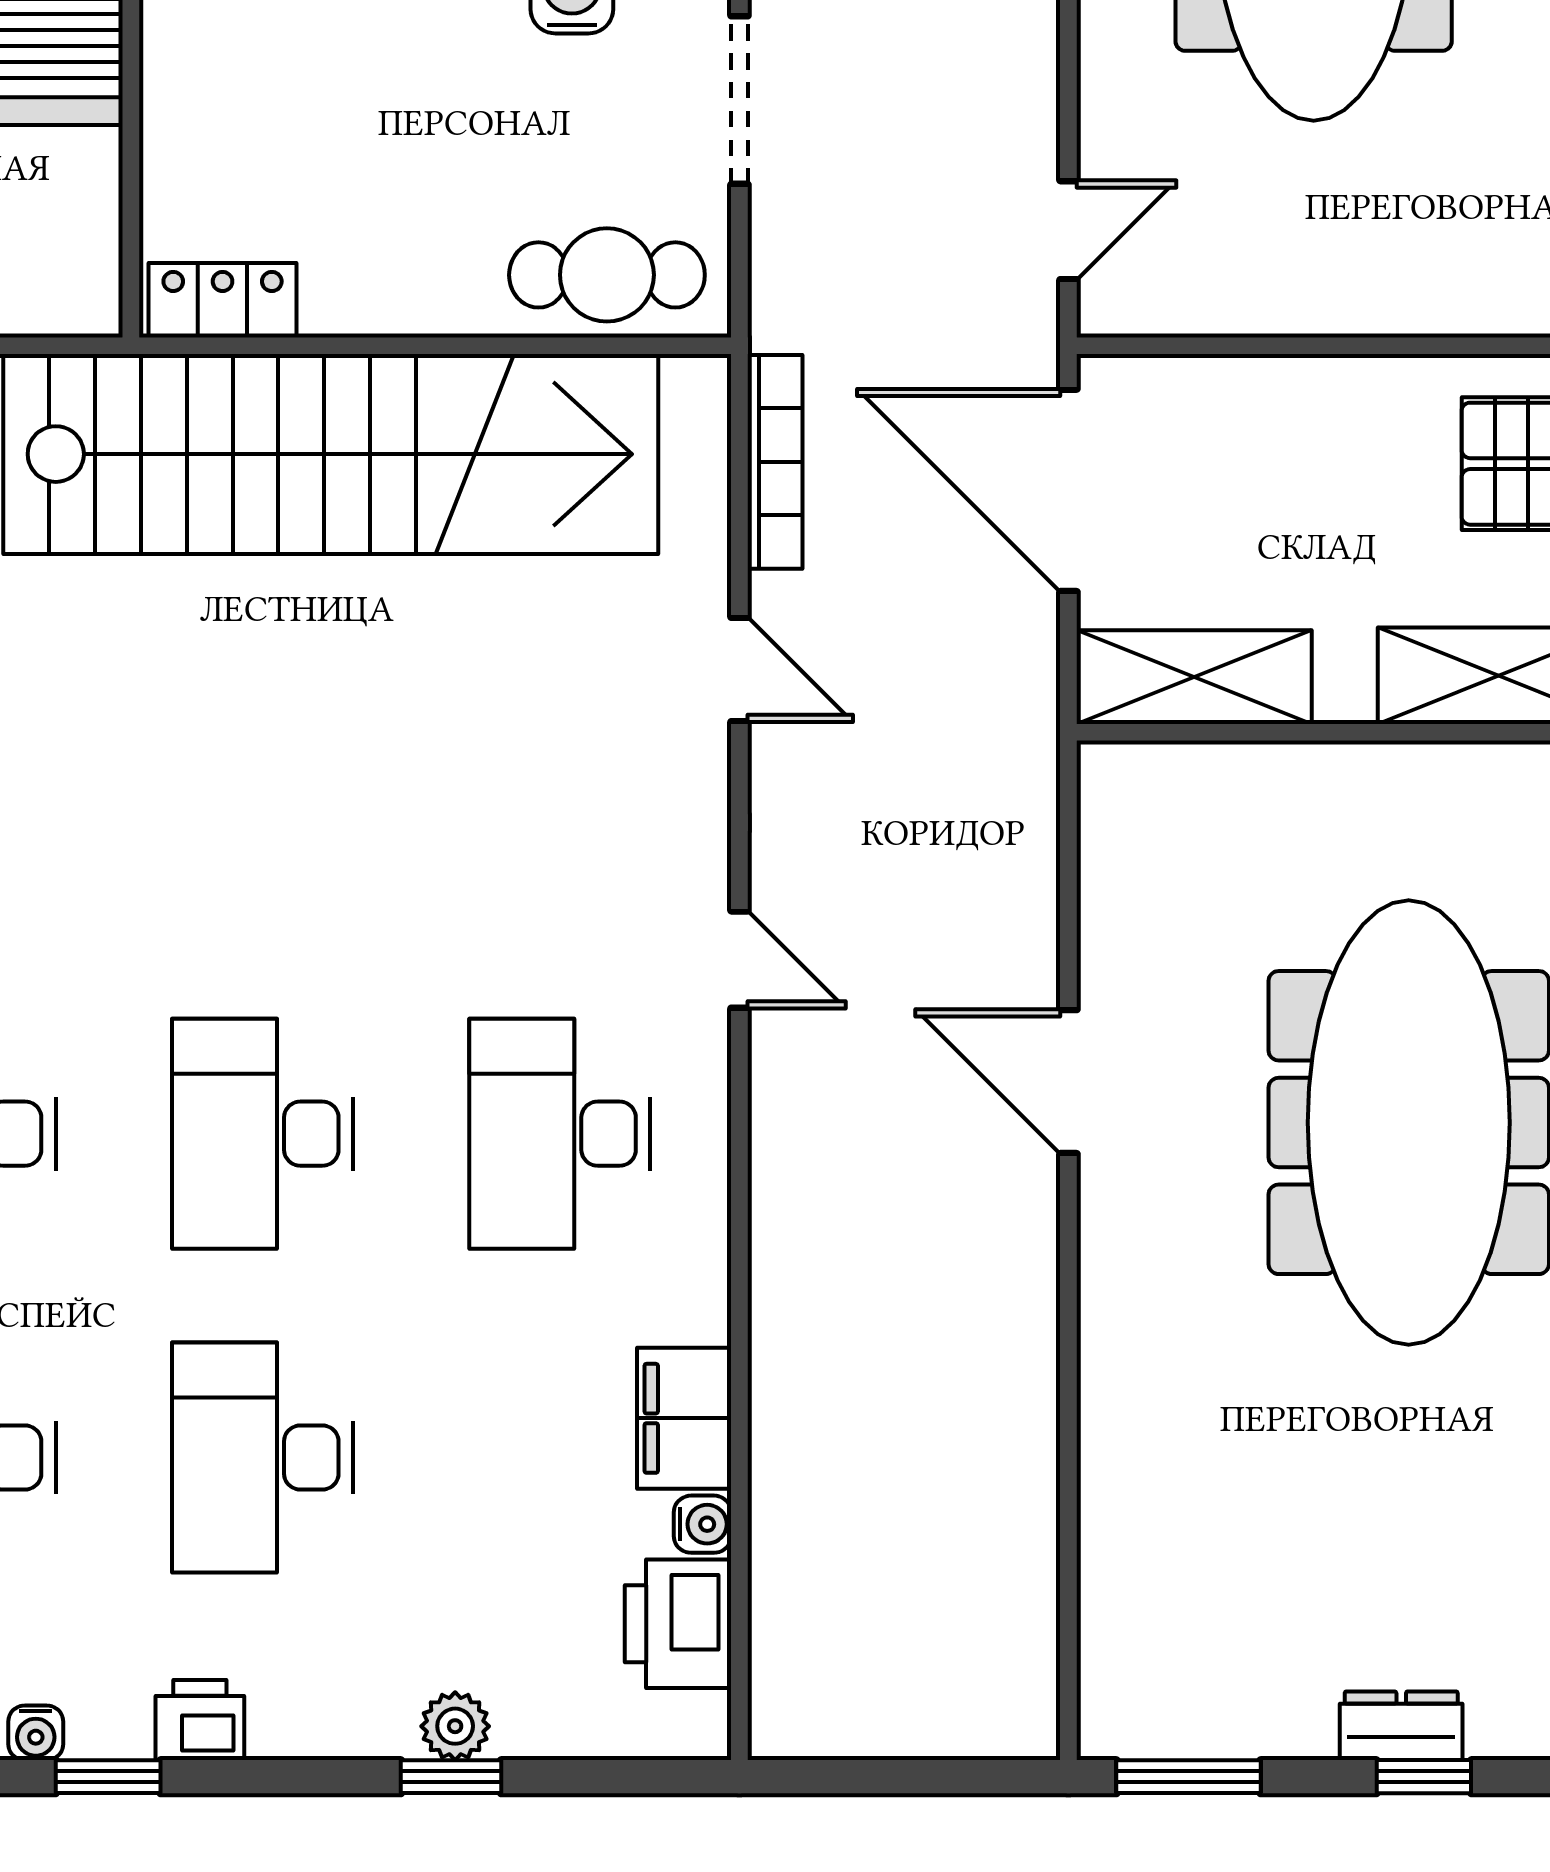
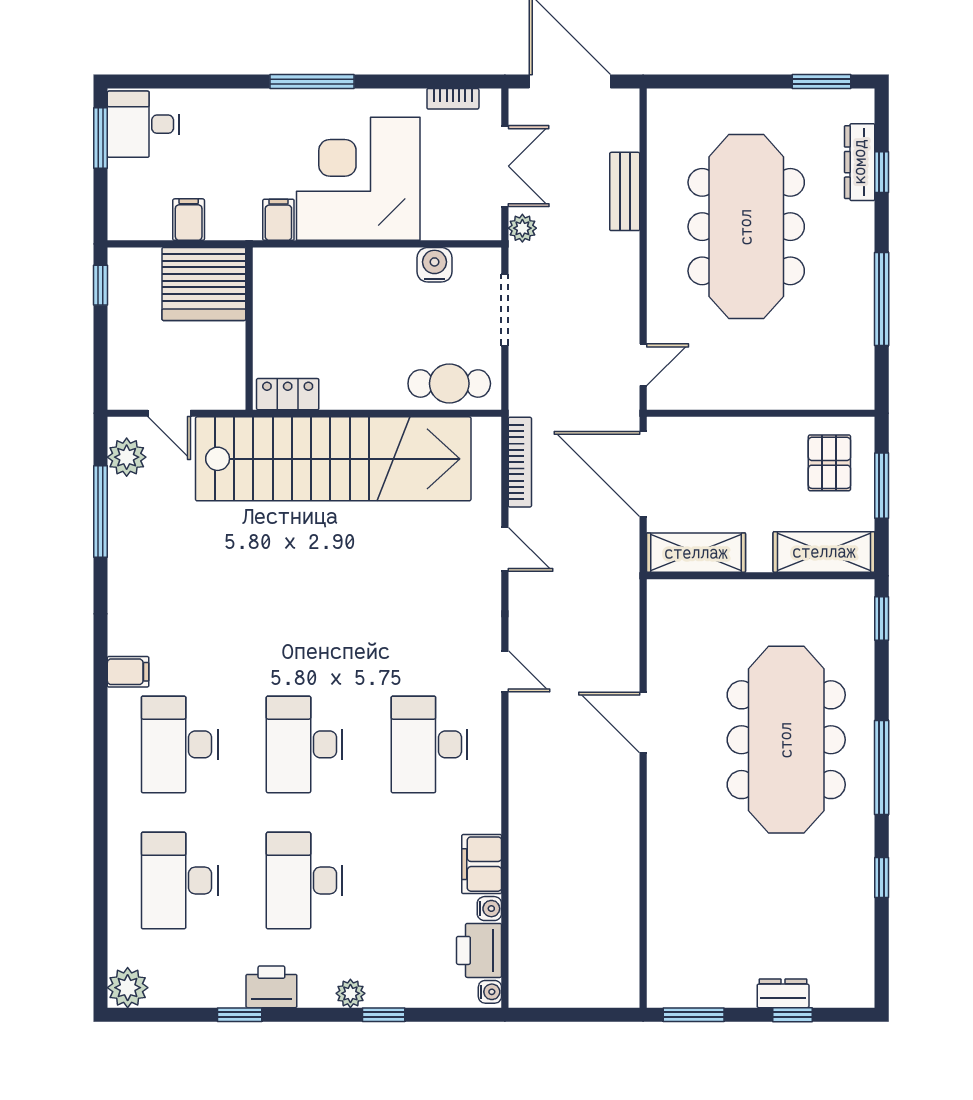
printer: (200, 1720) -> (271, 987), width x1.36, depth x1.24
plant: (455, 1726) -> (350, 993), moved
water cooler: (36, 1733) -> (490, 992), moved, turned -90

